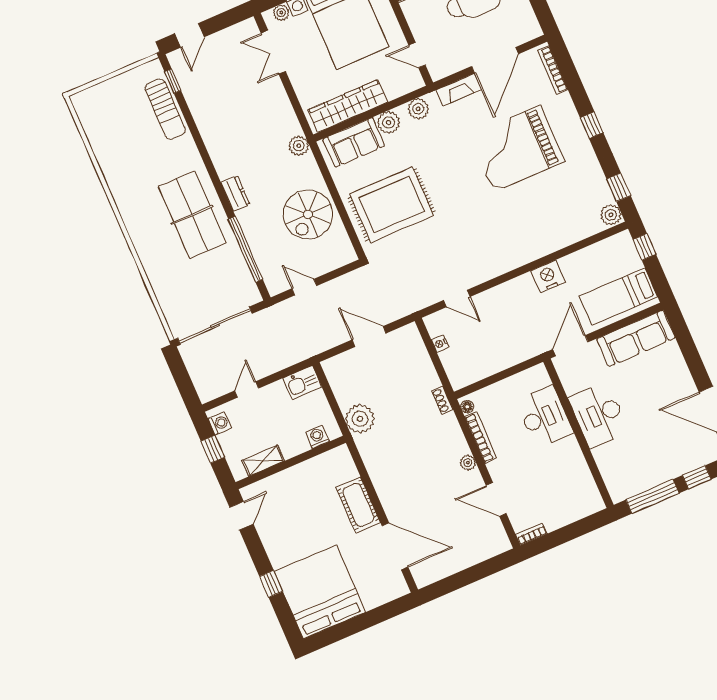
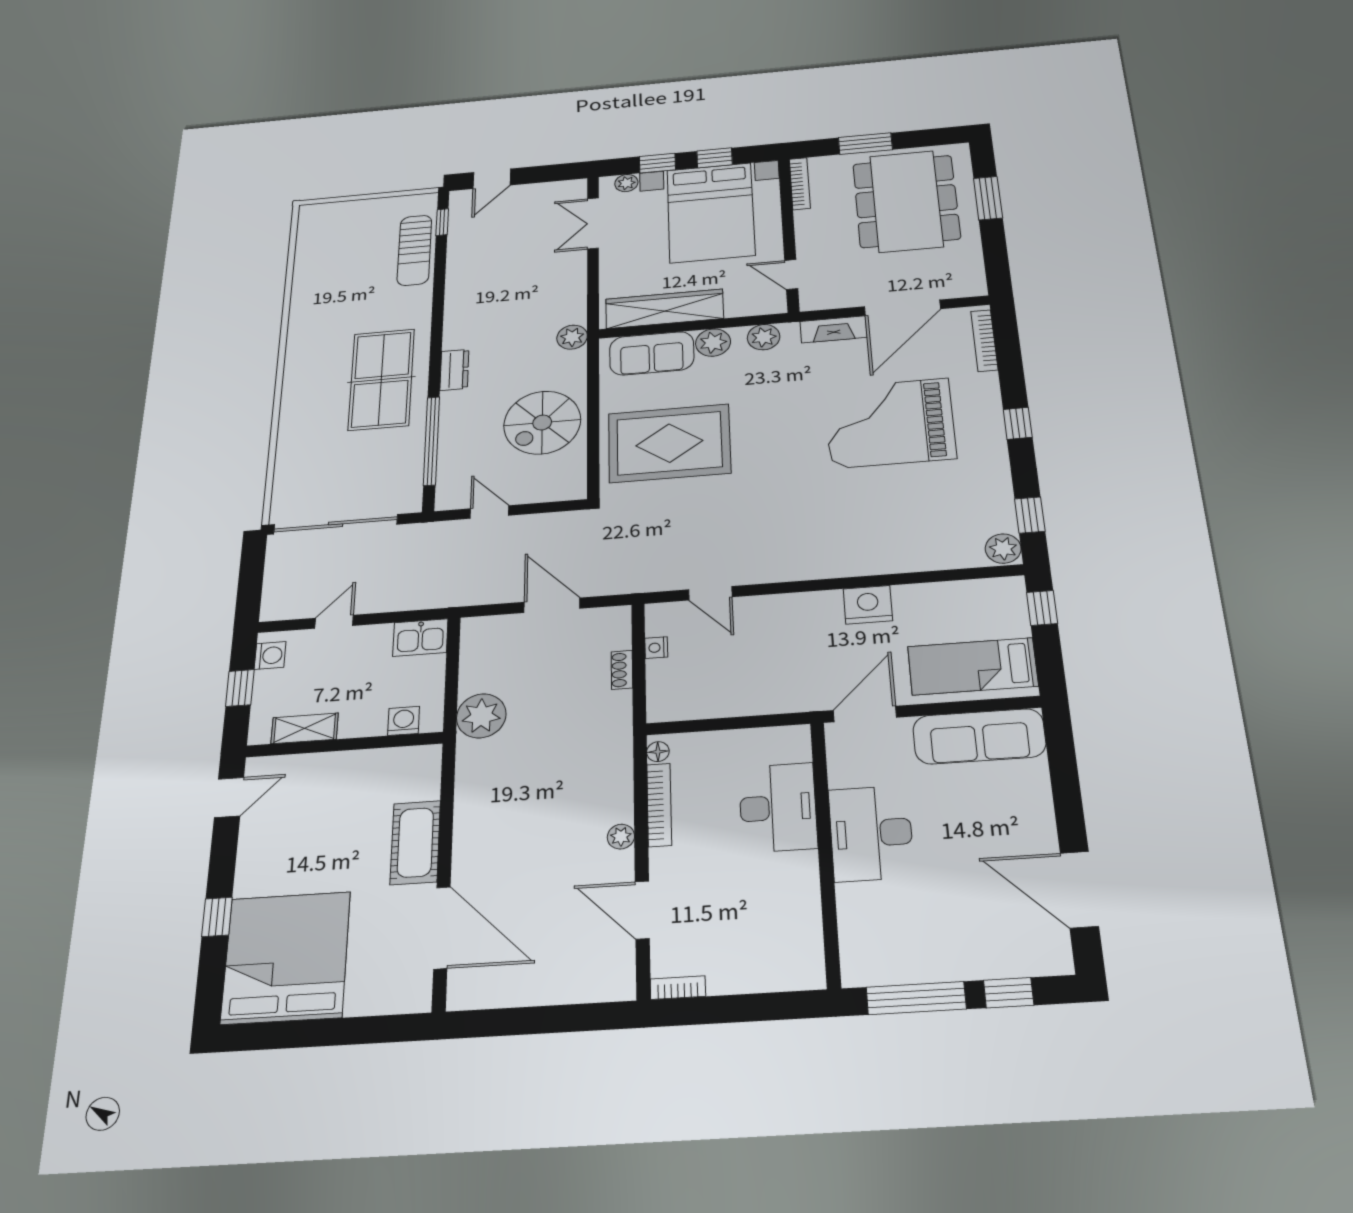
shoe rack: (442, 400) -> (622, 670), moved

